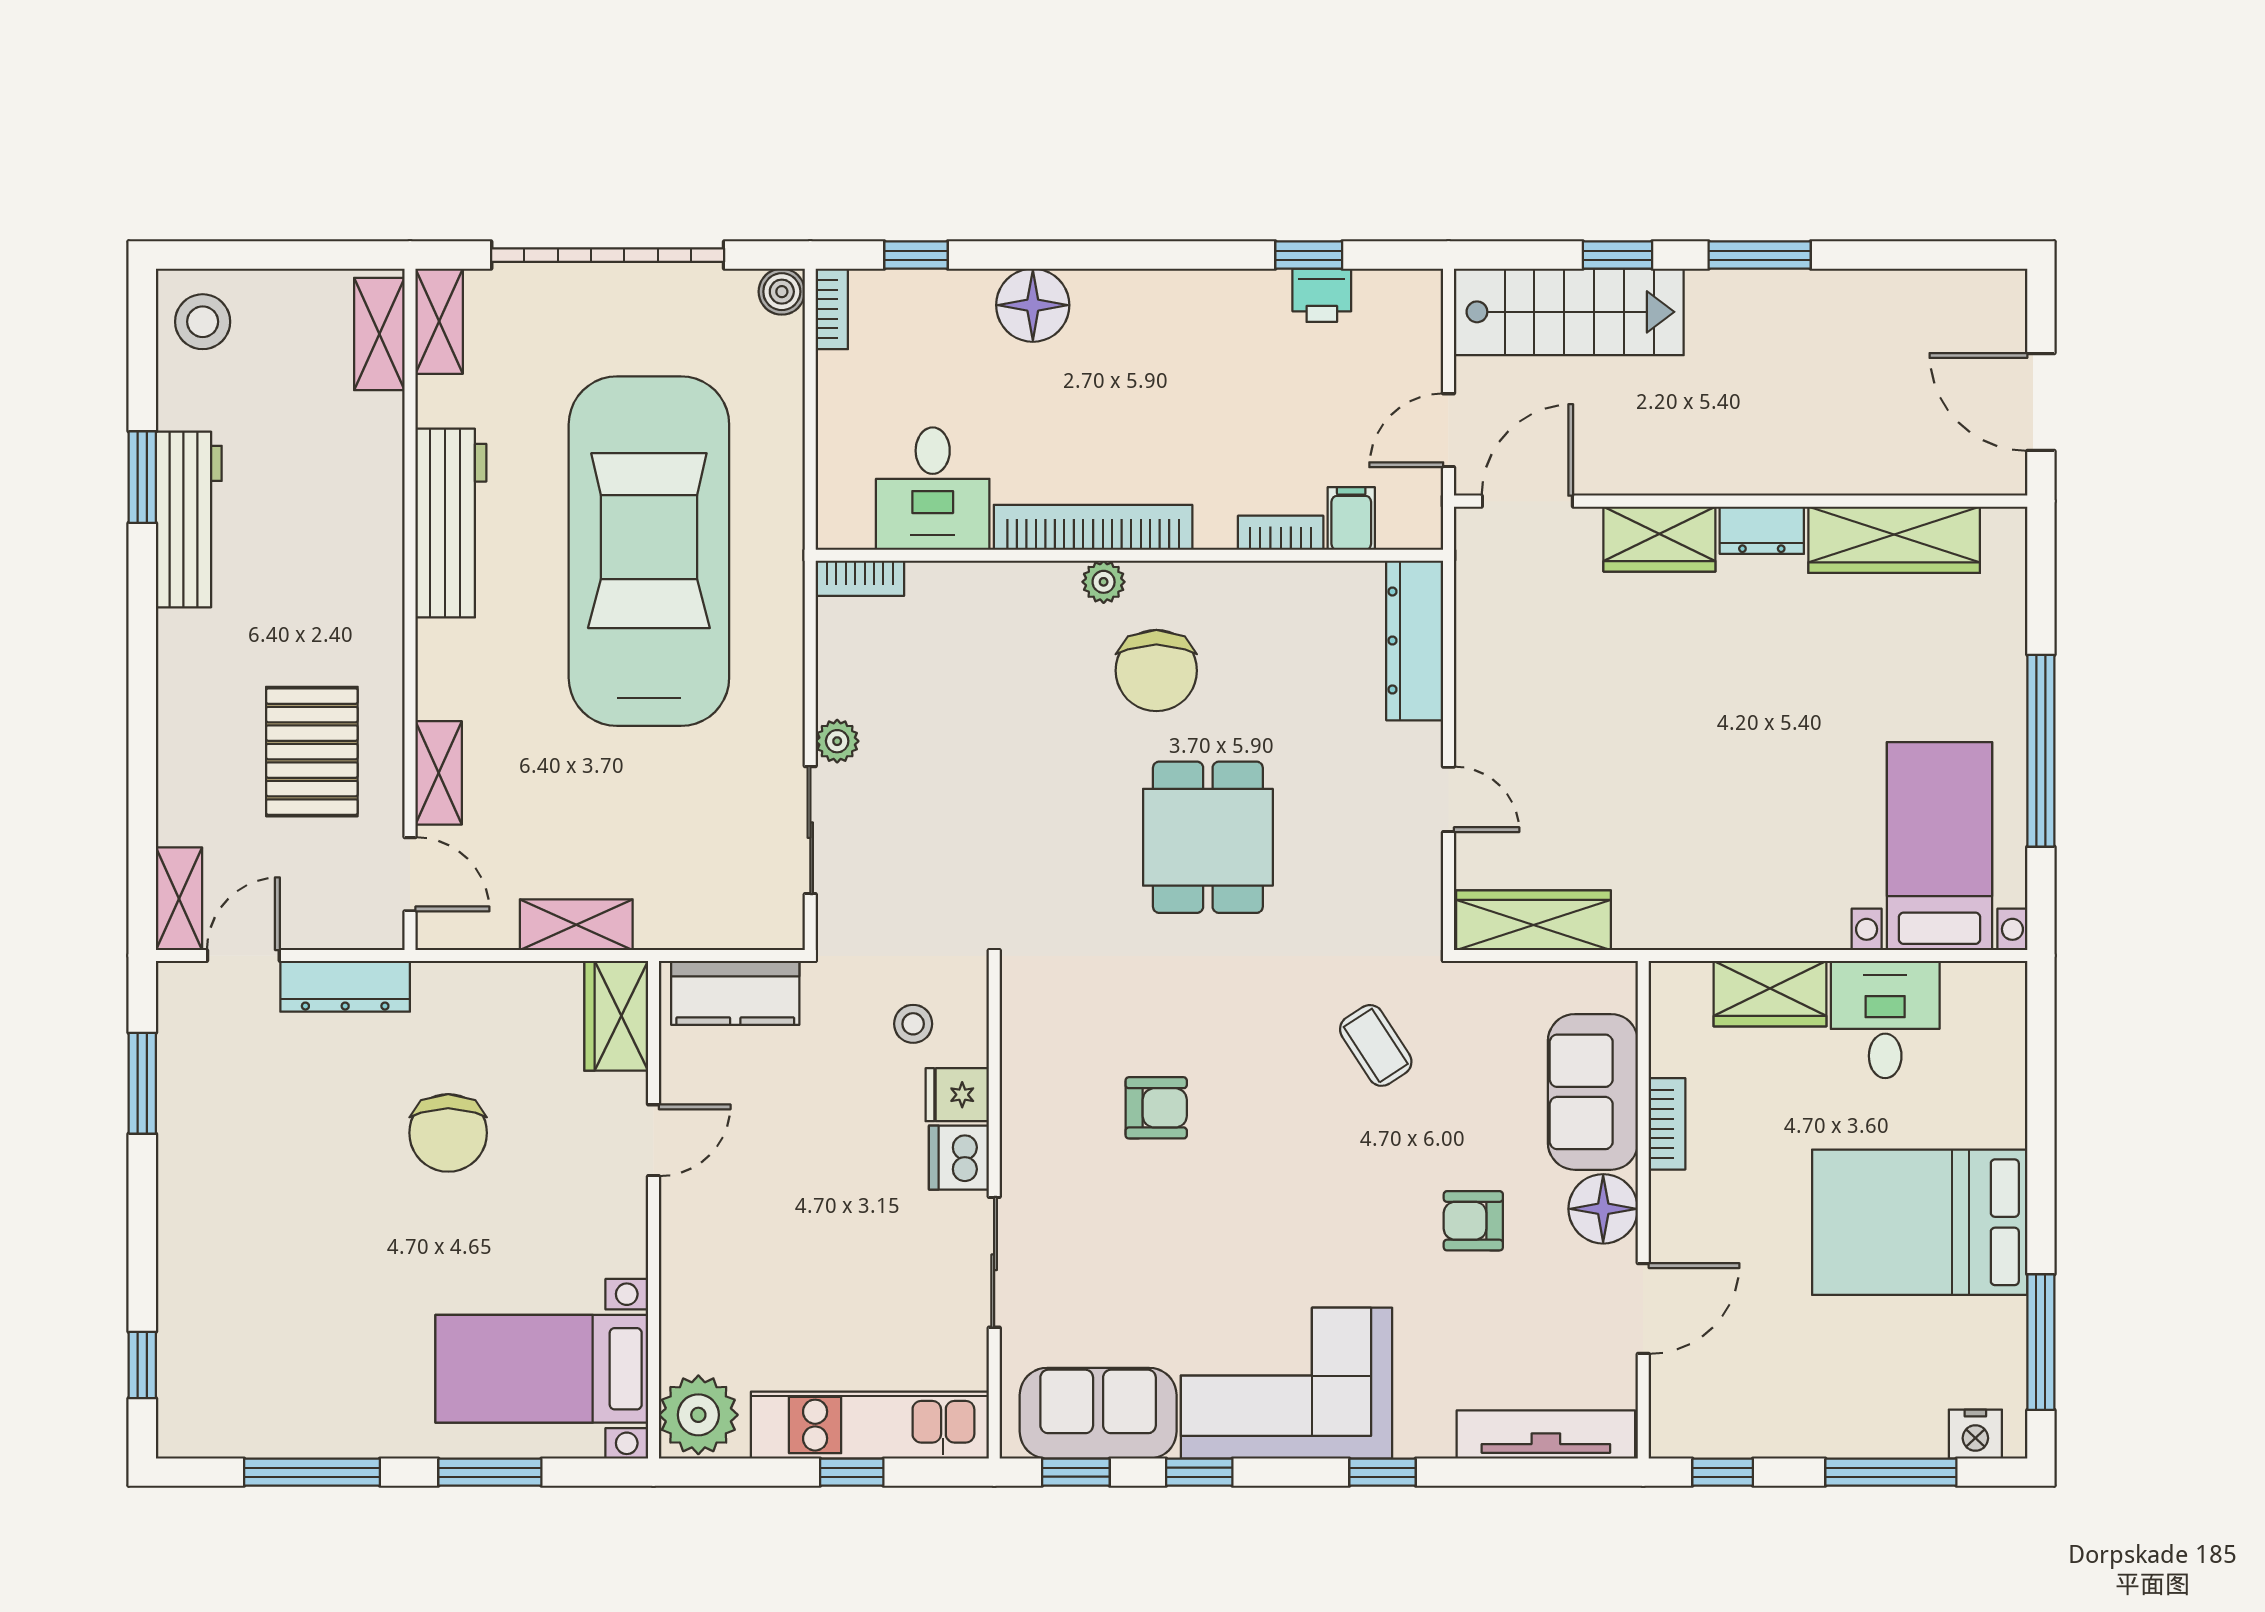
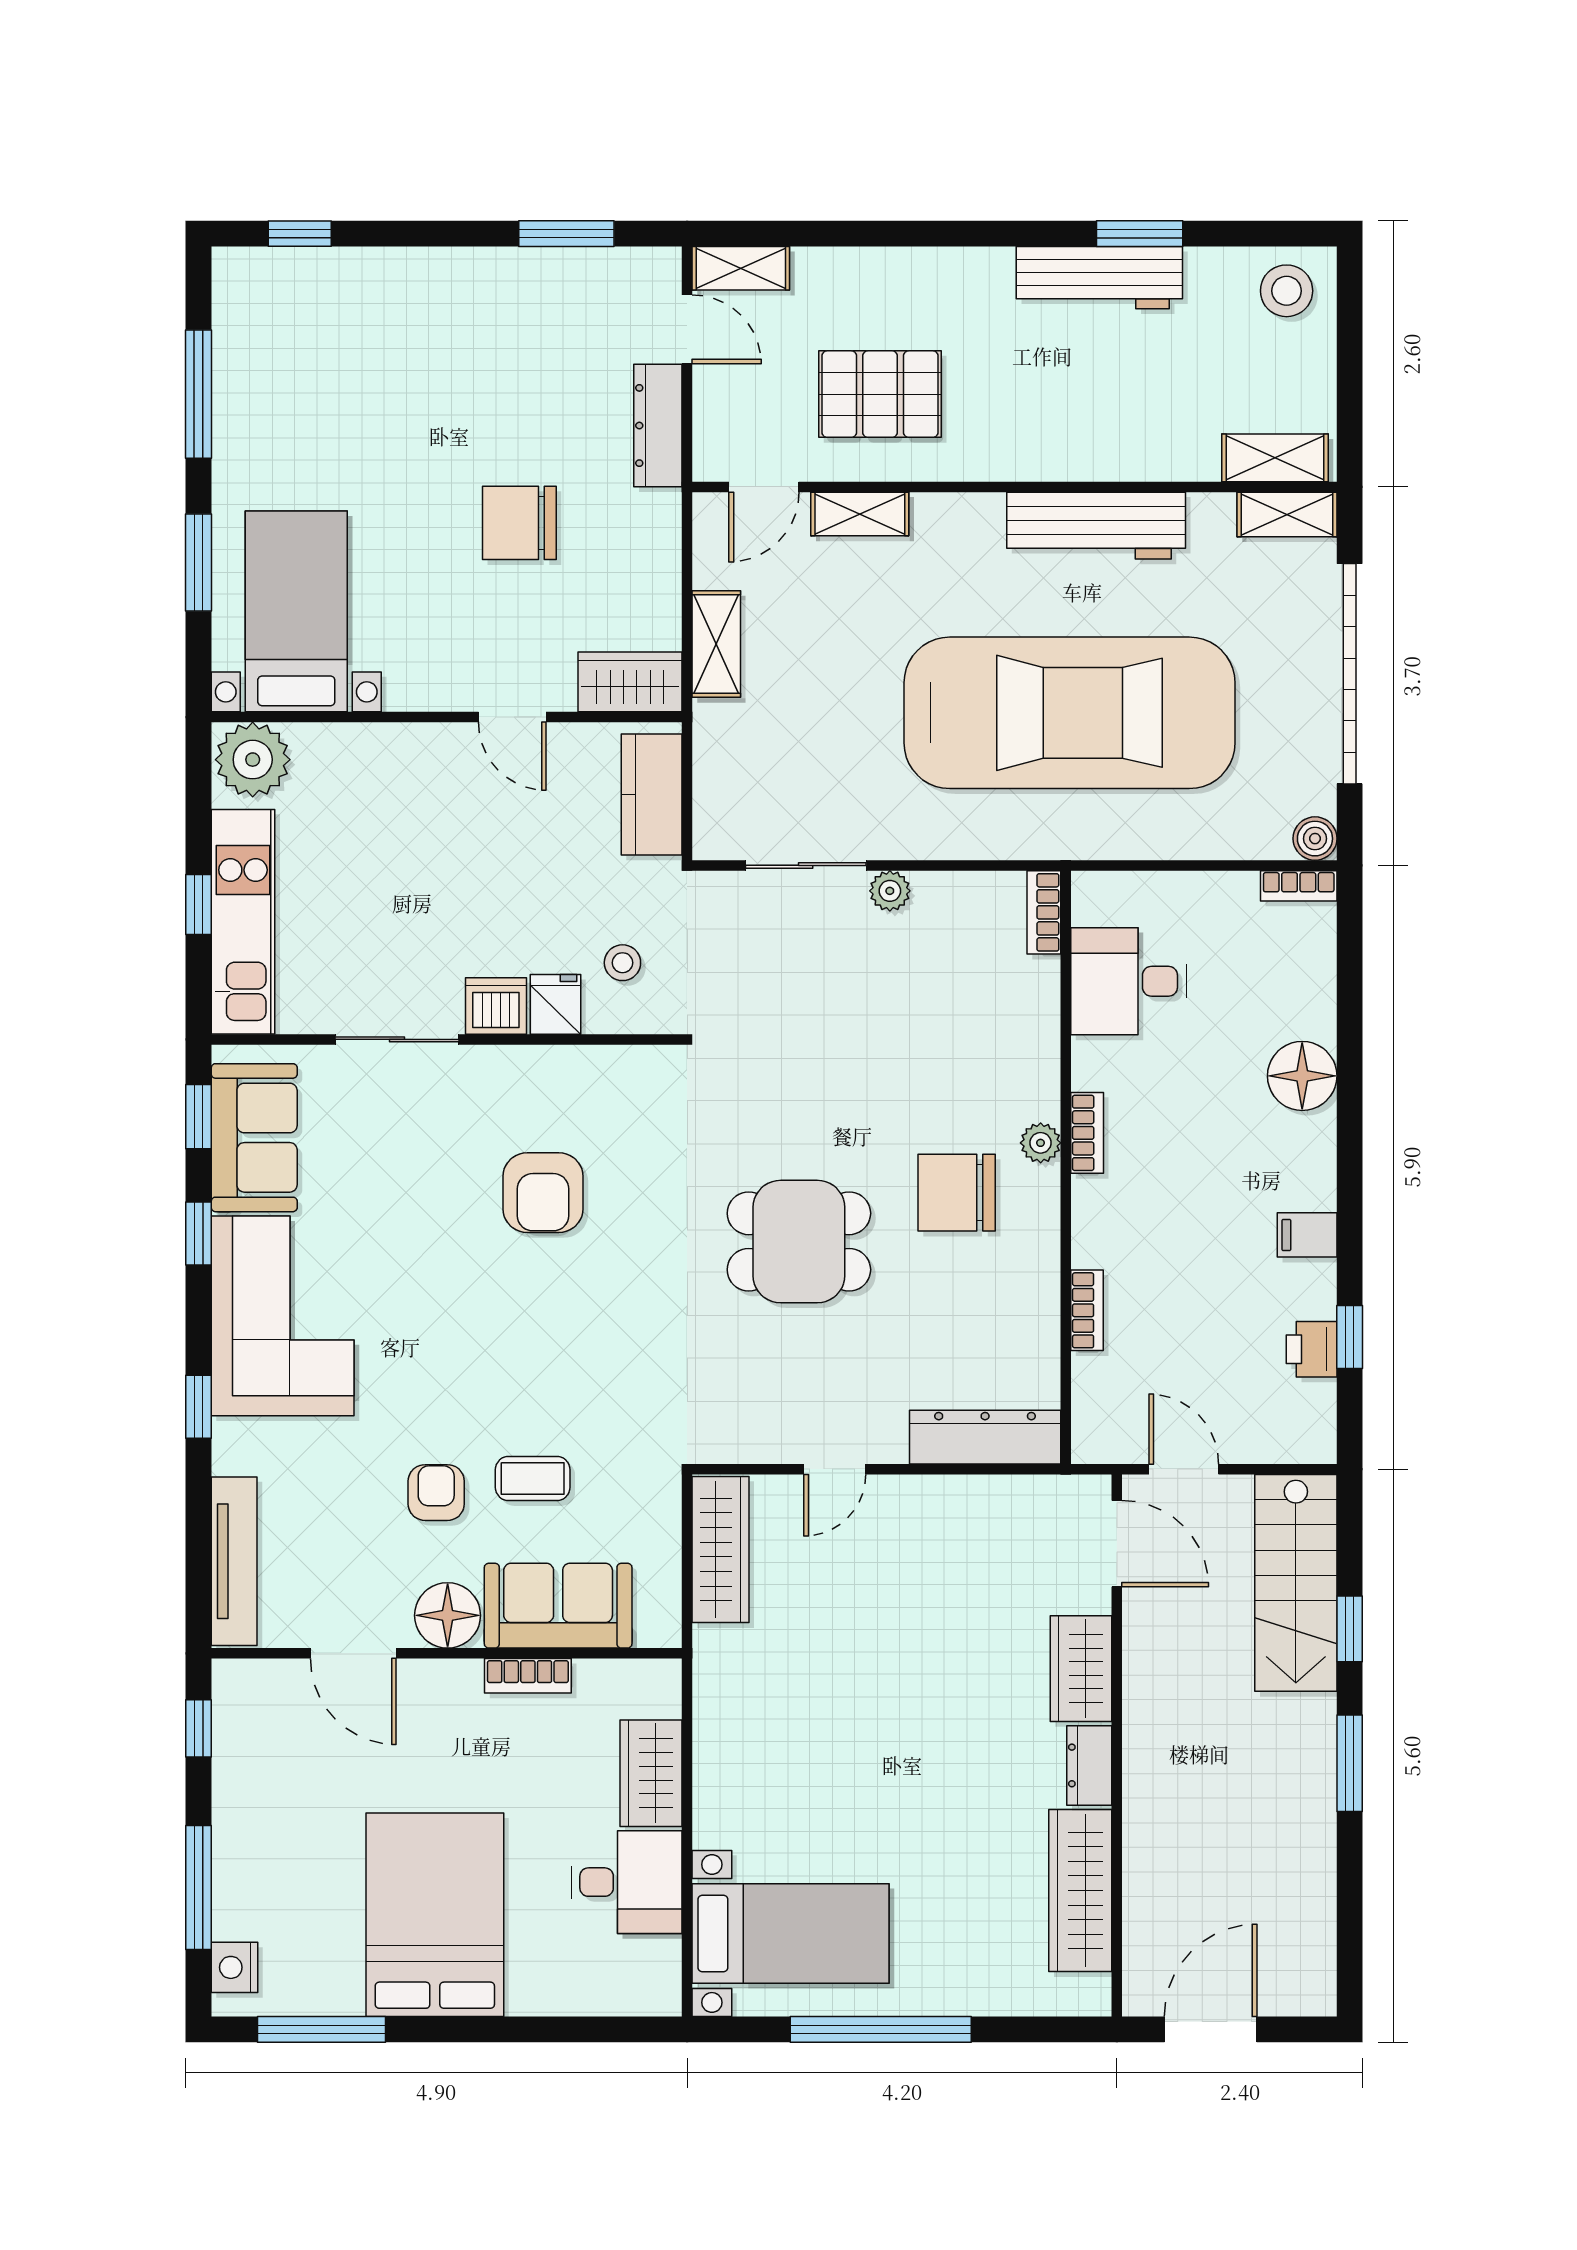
window: (916, 255) -> (1350, 965), removed
filing cabinet: (1351, 518) -> (1307, 1235), moved, turned 180
bookcase: (1093, 527) -> (1087, 1133), width x0.43, depth x0.76
coffee table: (1376, 1045) -> (533, 1478), moved, turned 33
armchair: (1156, 1108) -> (543, 1193), width x1.38, depth x1.38

